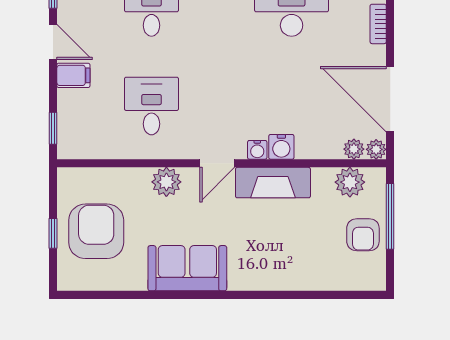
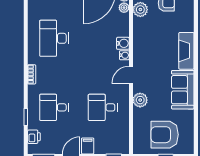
door: (217, 163) -> (131, 75), swing flipped
fireplace: (273, 183) -> (186, 51), moved, turned 180

